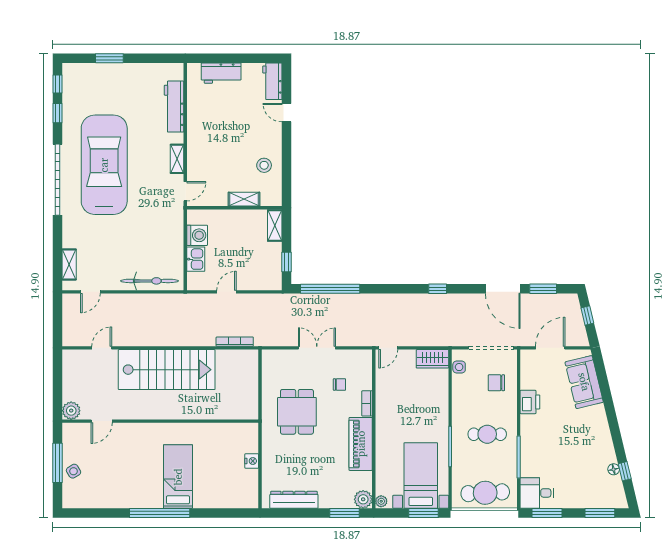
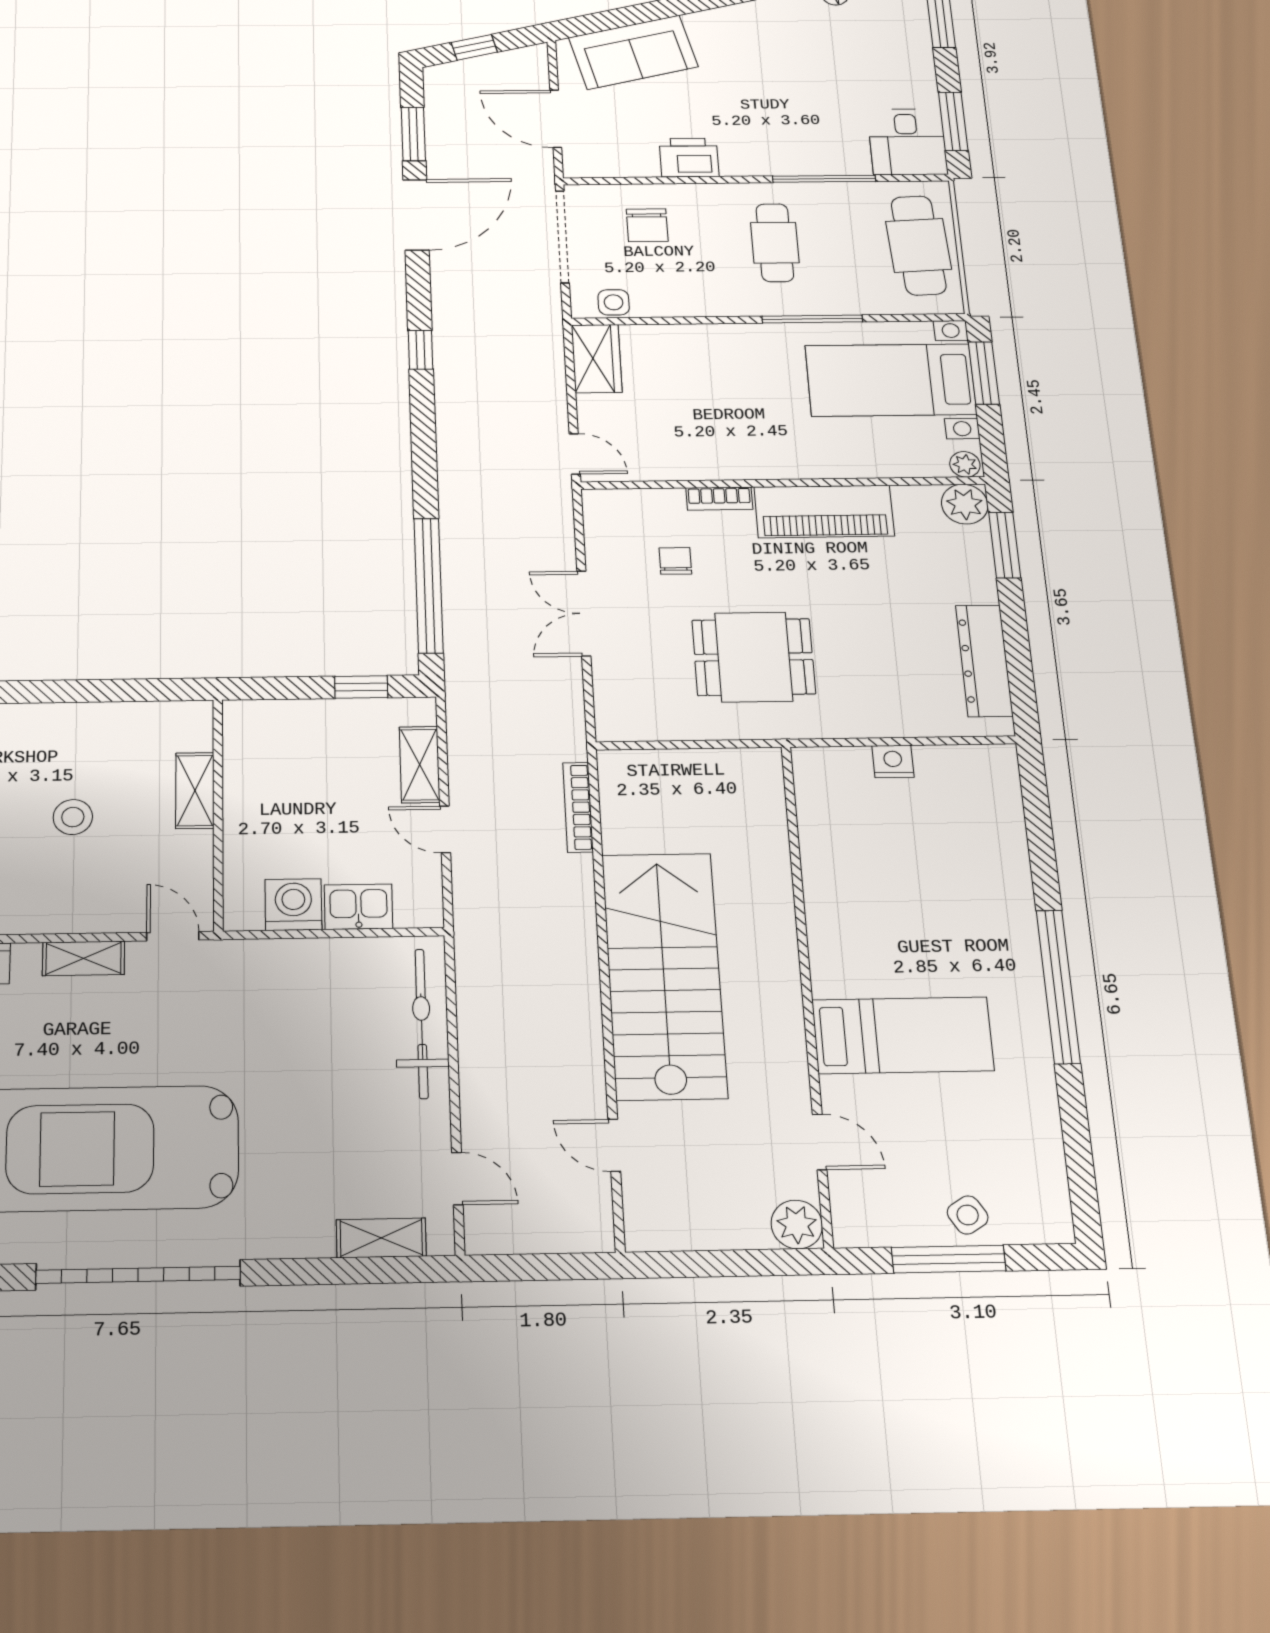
stool: (264, 165) -> (73, 817), moved
shelving: (275, 225) -> (420, 765), moved, turned 90
bed: (178, 477) -> (903, 1035), moved, turned 180

